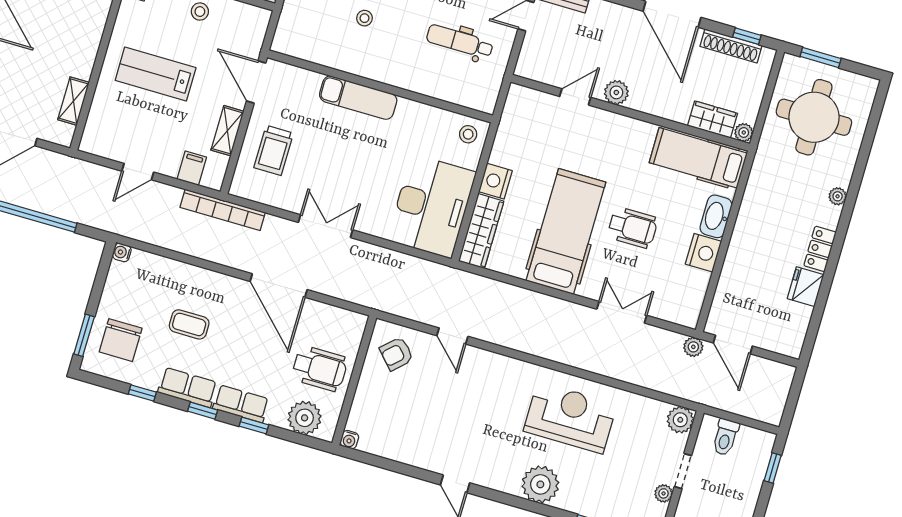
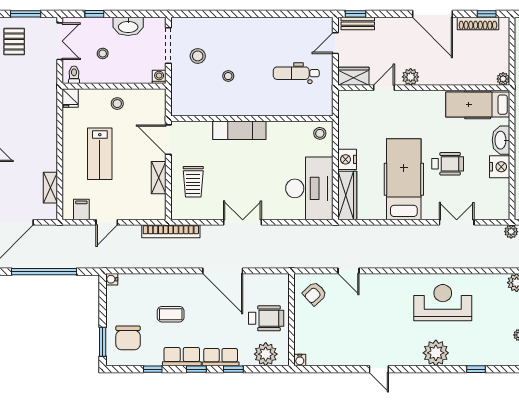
lab bench: (156, 74) -> (100, 154), turned -90
wardrobe: (713, 120) -> (353, 76), moved
filing cabinet: (192, 168) -> (81, 210), moved

